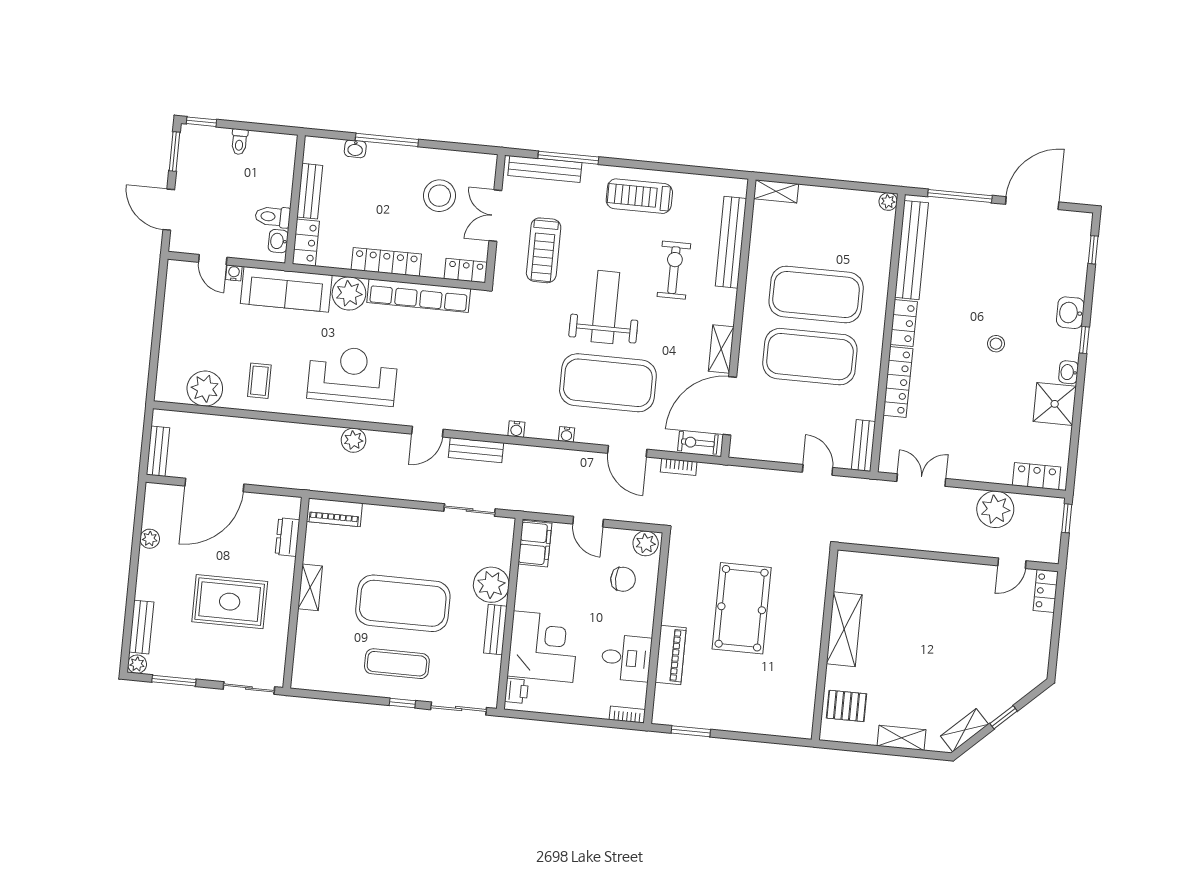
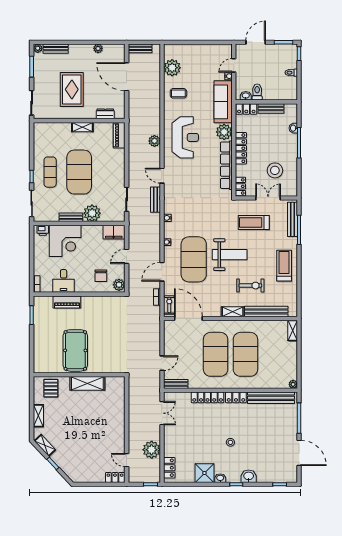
shelving: (721, 349) -> (233, 312), moved
pool table: (742, 608) -> (75, 350), moved, turned 90

